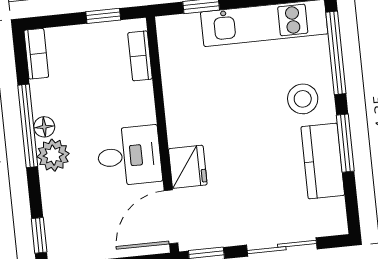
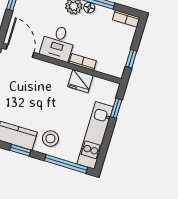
bookcase: (140, 56) -> (83, 62), moved
window: (345, 143) -> (20, 150), width x0.67
fridge: (188, 167) -> (80, 81), moved

